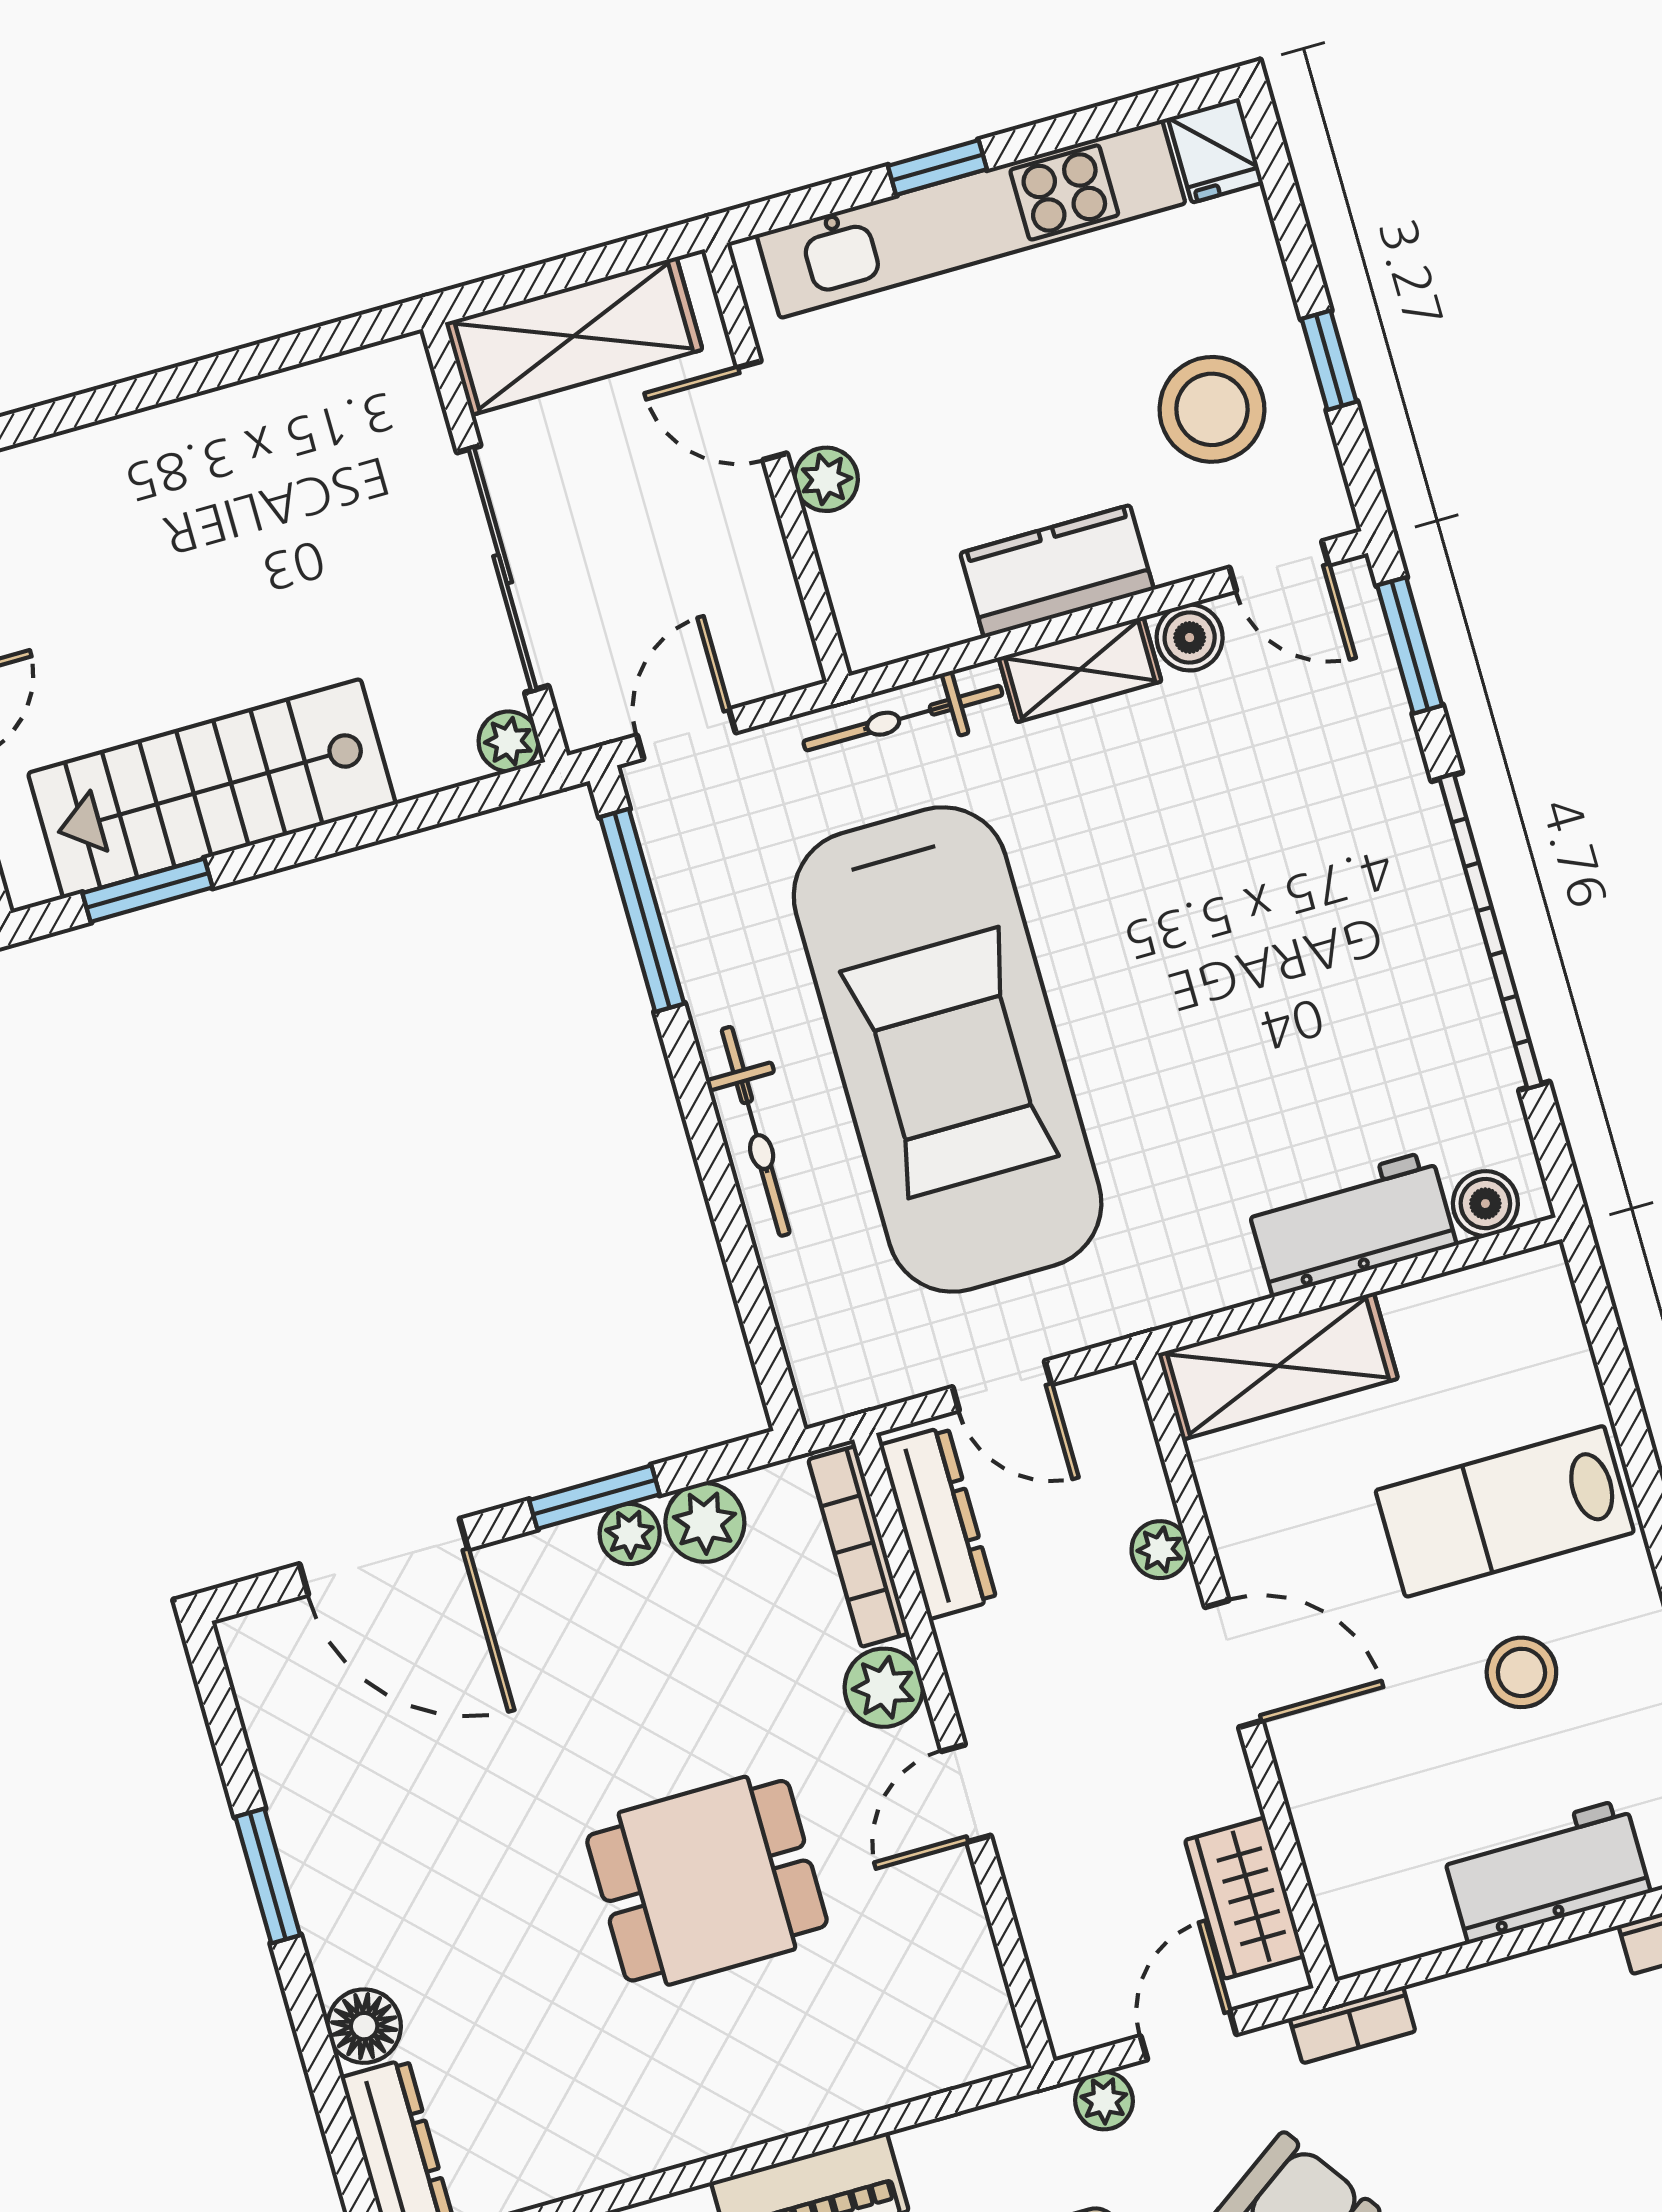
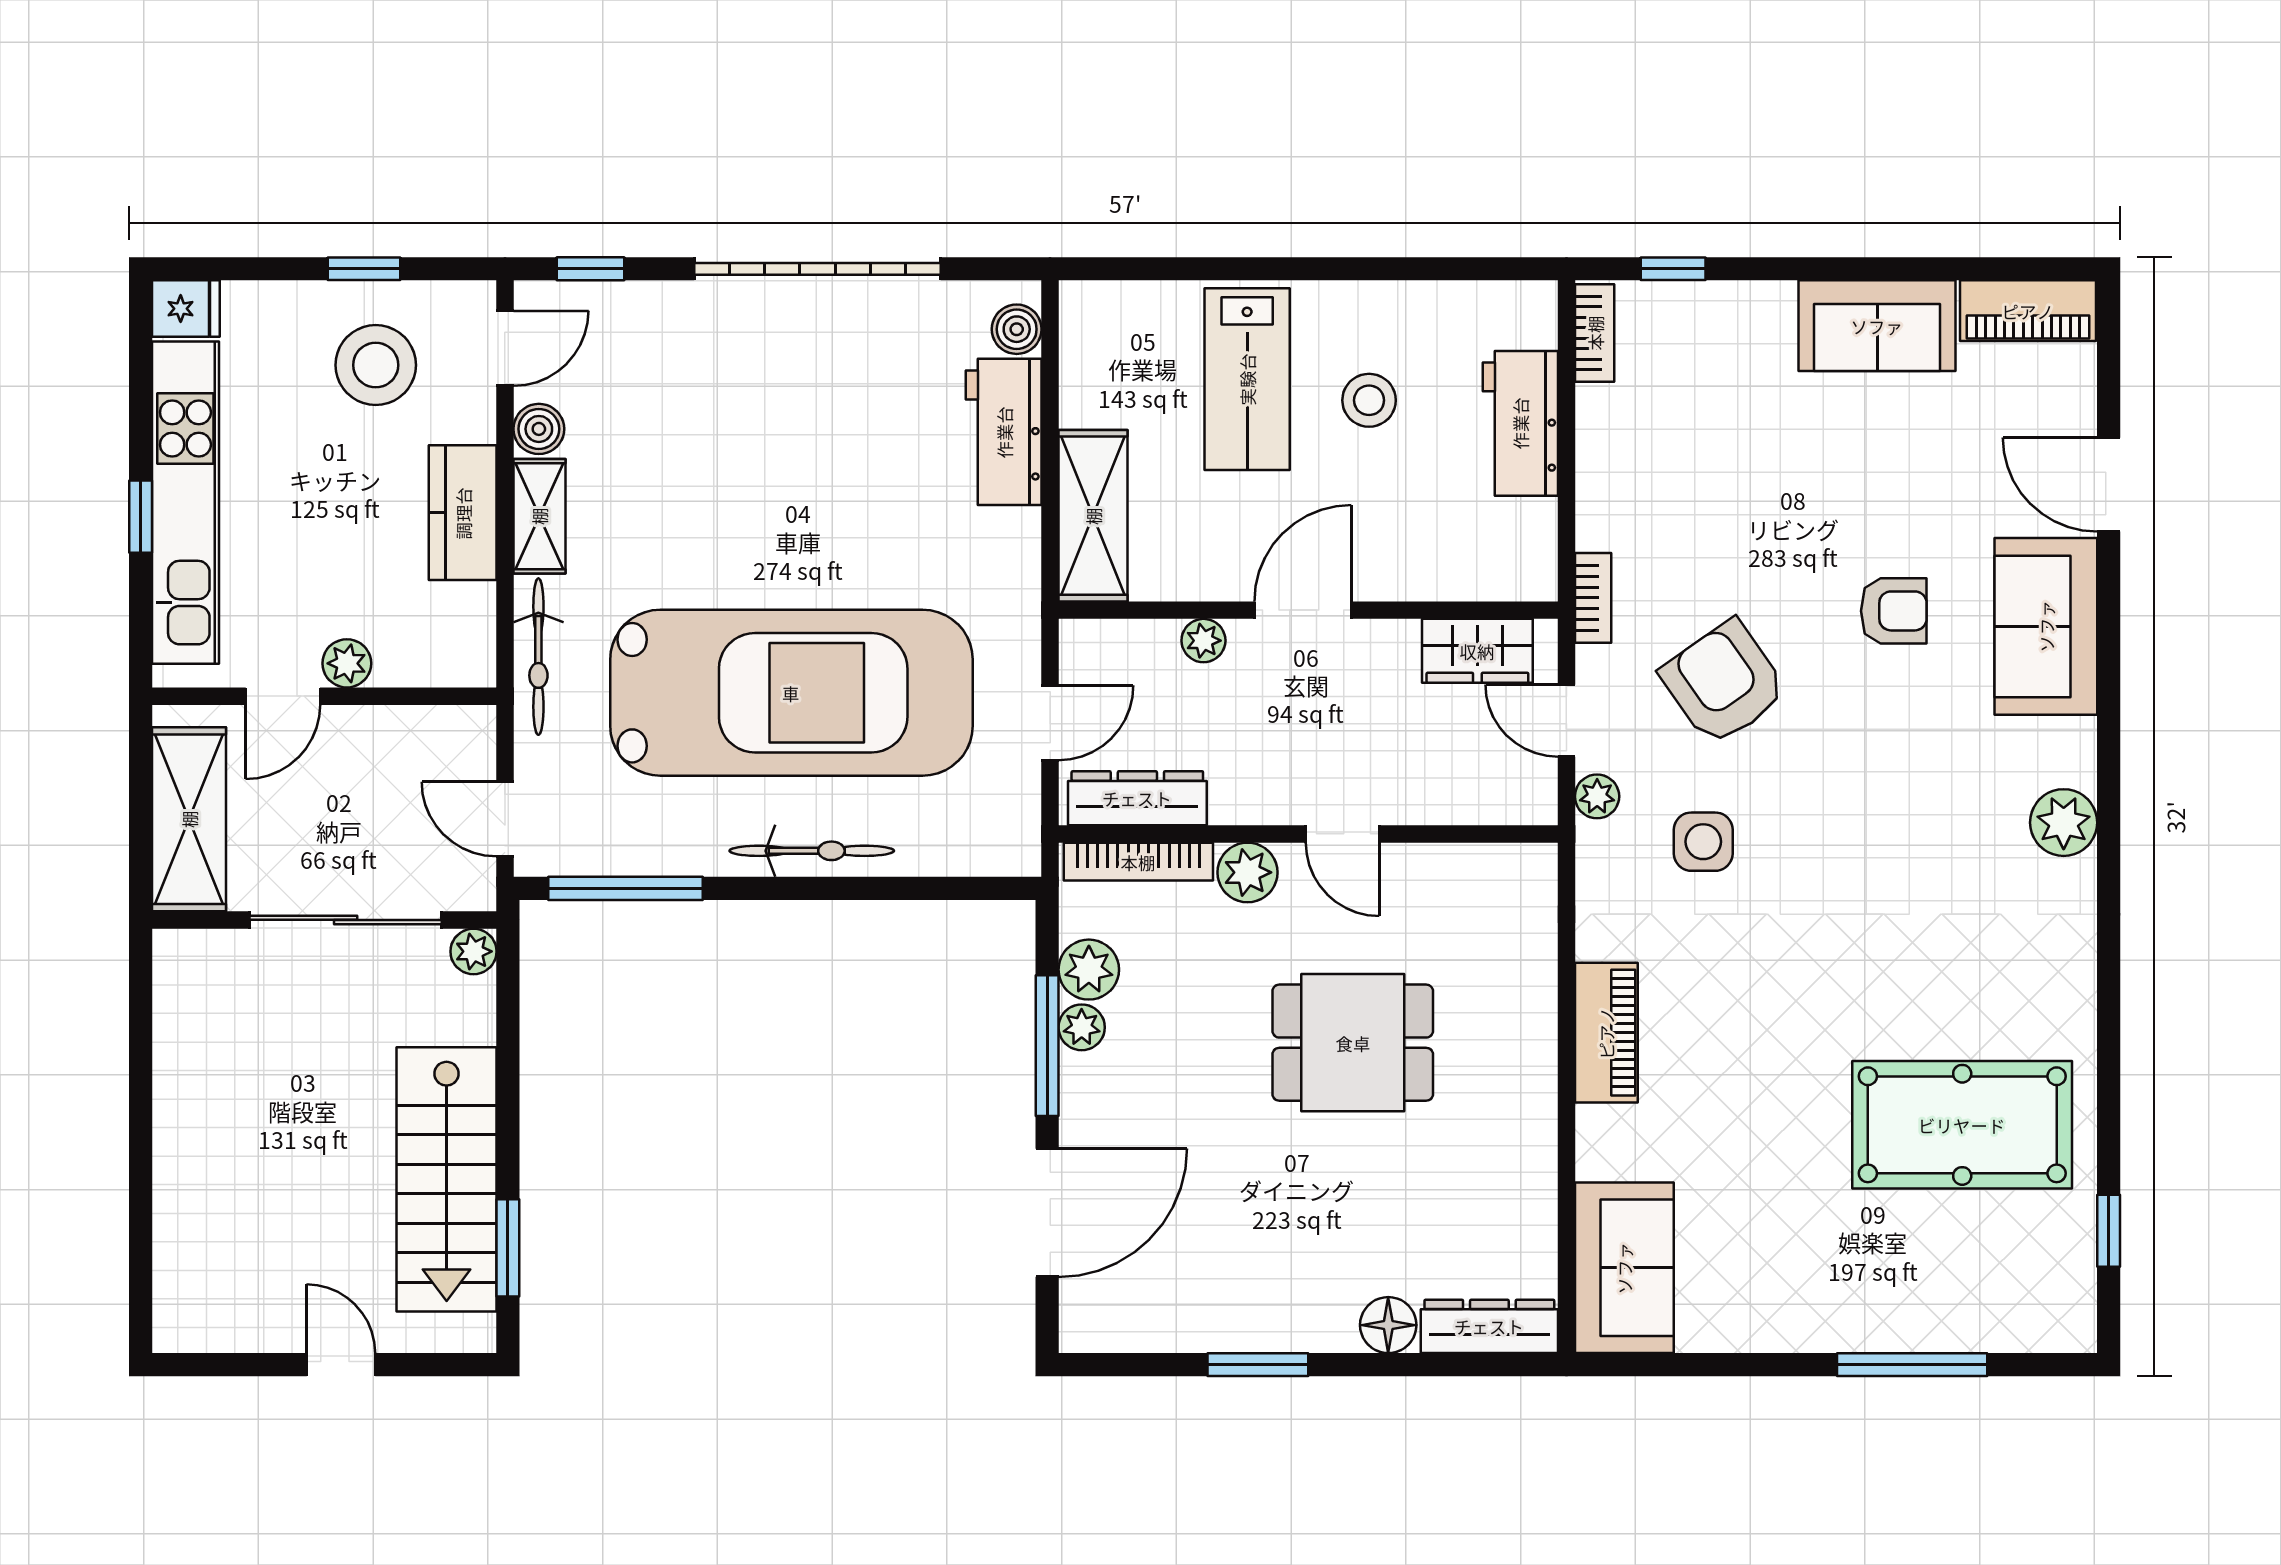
window: (1410, 645) -> (590, 269), width x0.67
window: (594, 1497) -> (1047, 1046), width x1.44
dining table: (707, 1881) -> (1353, 1043), turned 90

